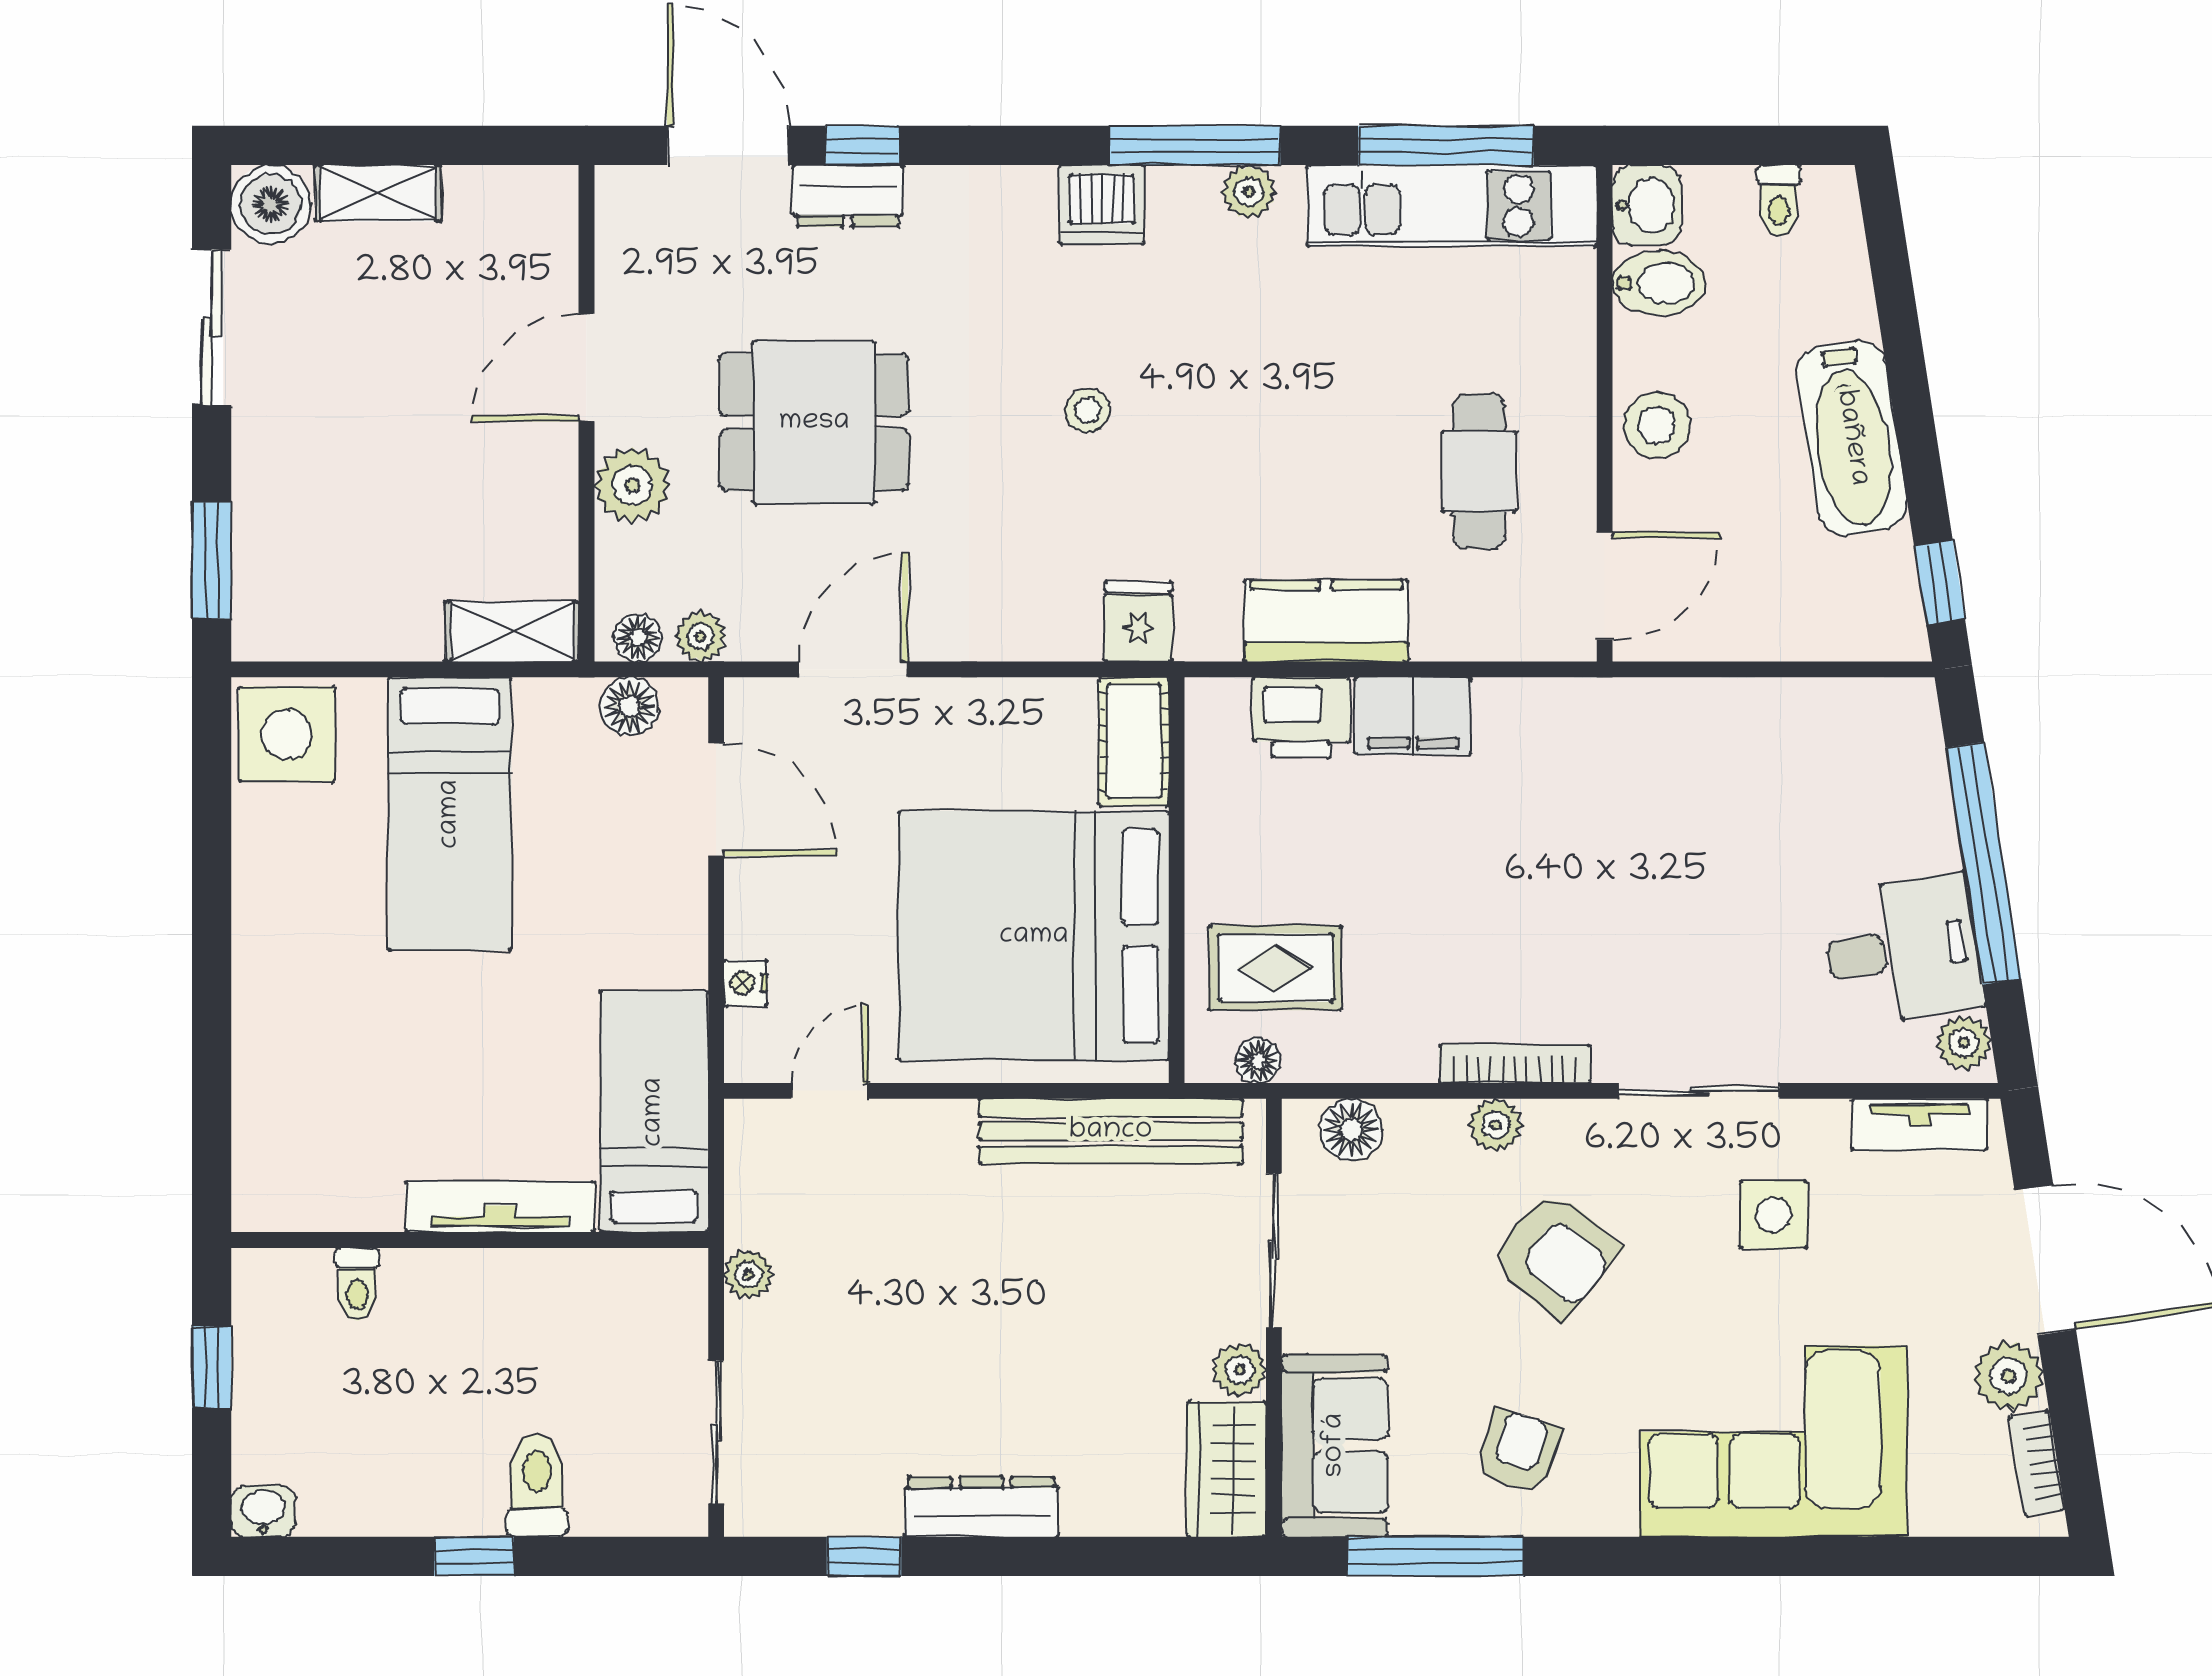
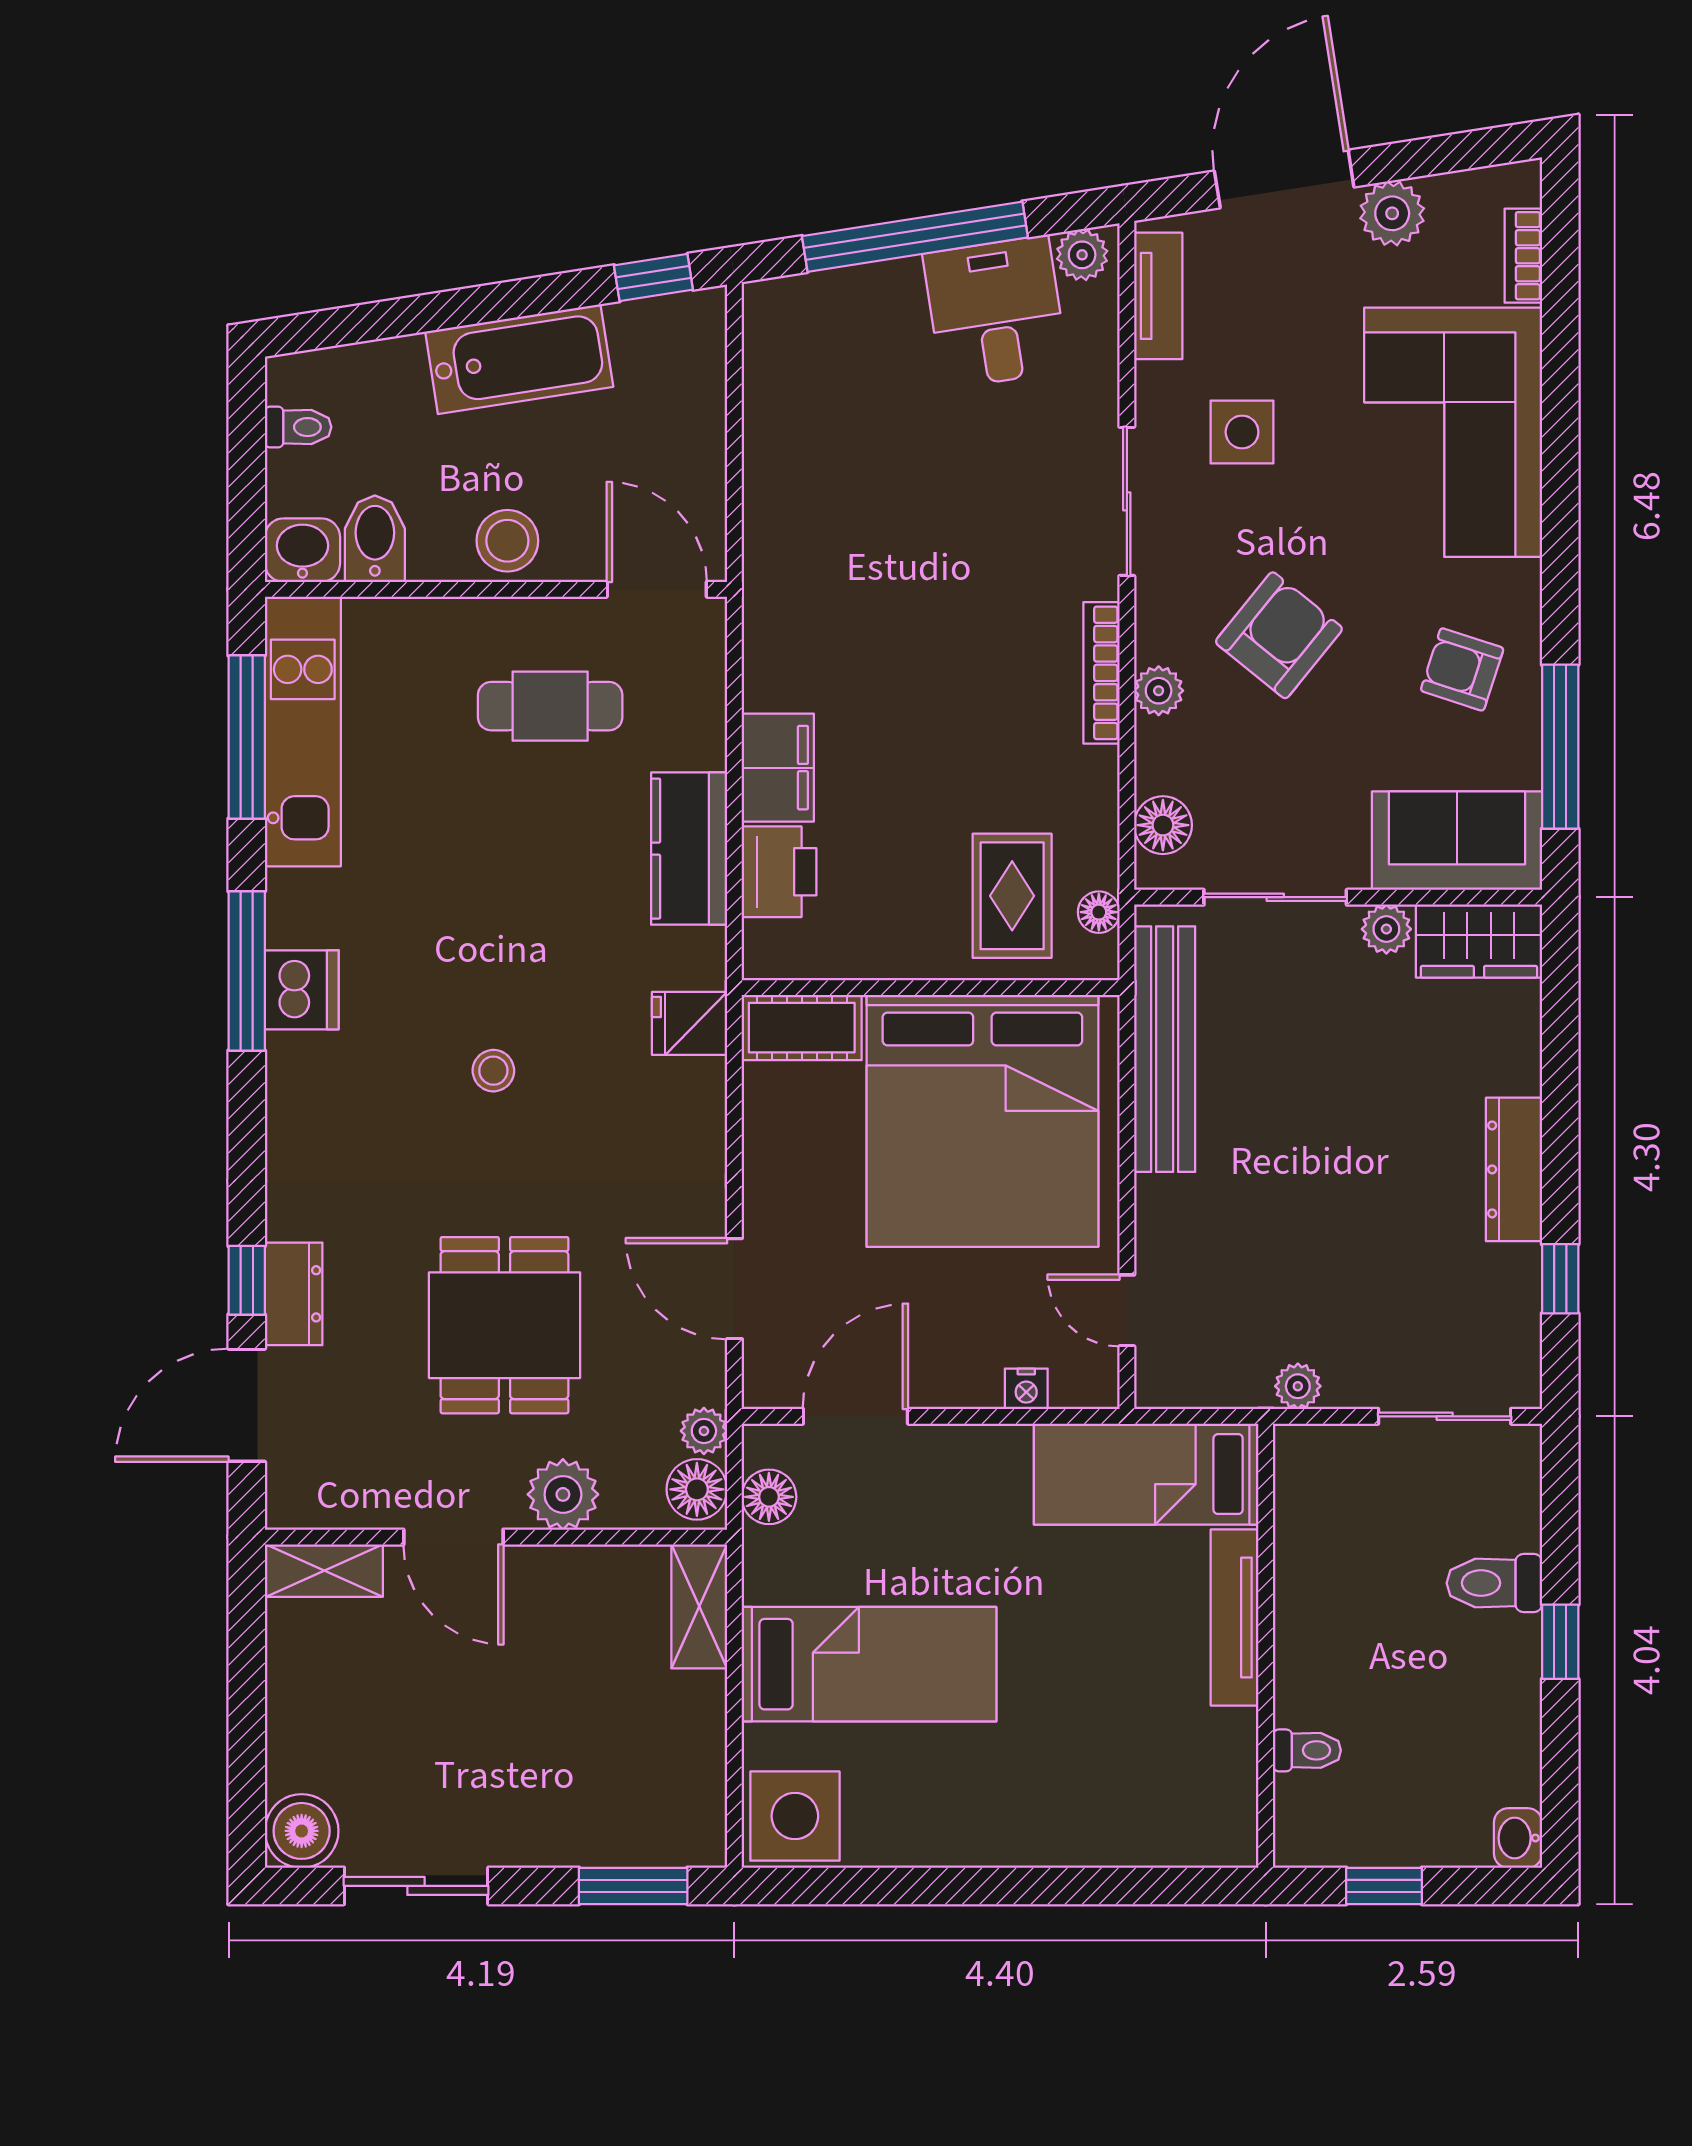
plant: (1249, 192) -> (290, 921), removed
shelving: (378, 193) -> (324, 1571), moved, turned 90
dishwasher: (1102, 205) -> (302, 990), moved
floor lamp: (638, 638) -> (697, 1489), width x1.37, depth x1.37
bookcase: (2037, 1463) -> (1523, 256), moved, turned 99

